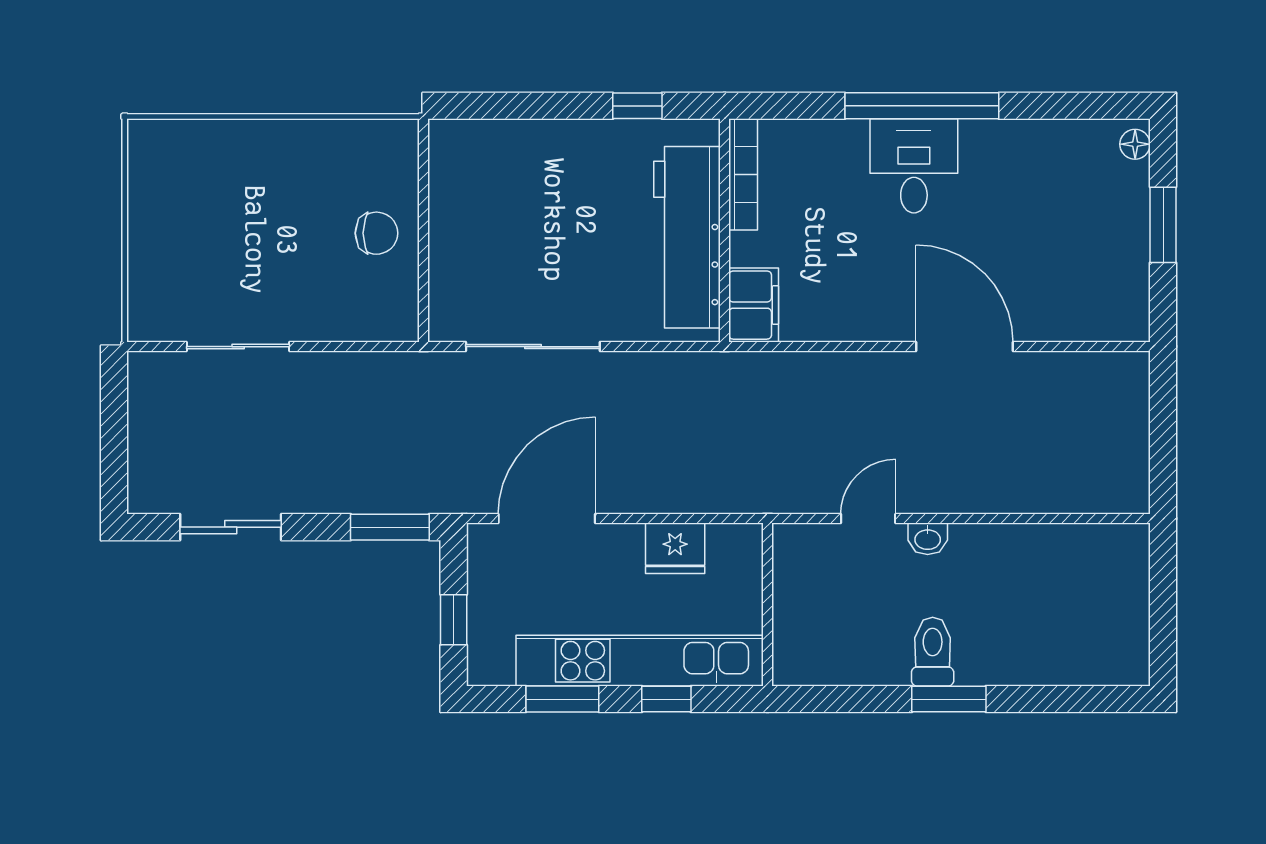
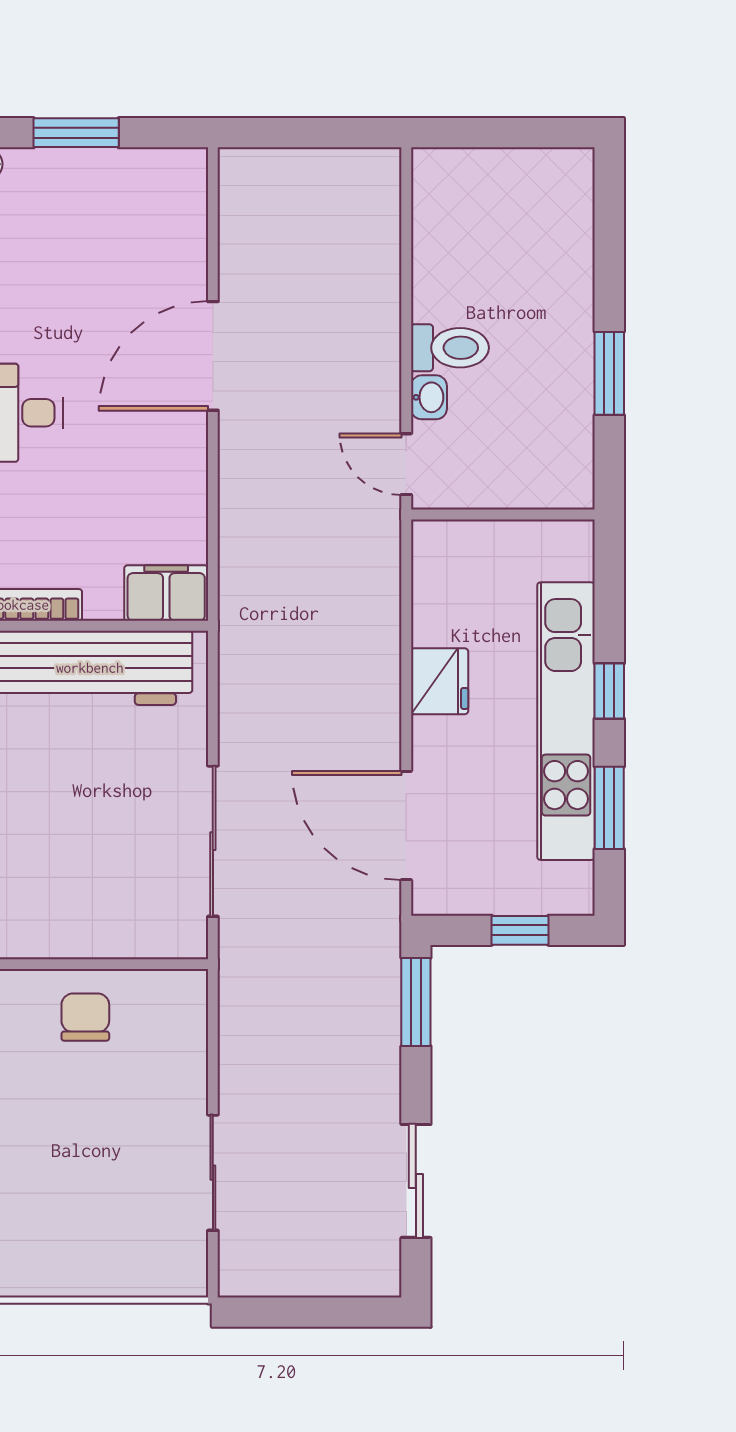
wall: (767, 605) -> (503, 515), moved
toilet: (933, 652) -> (450, 348), moved, turned 180

